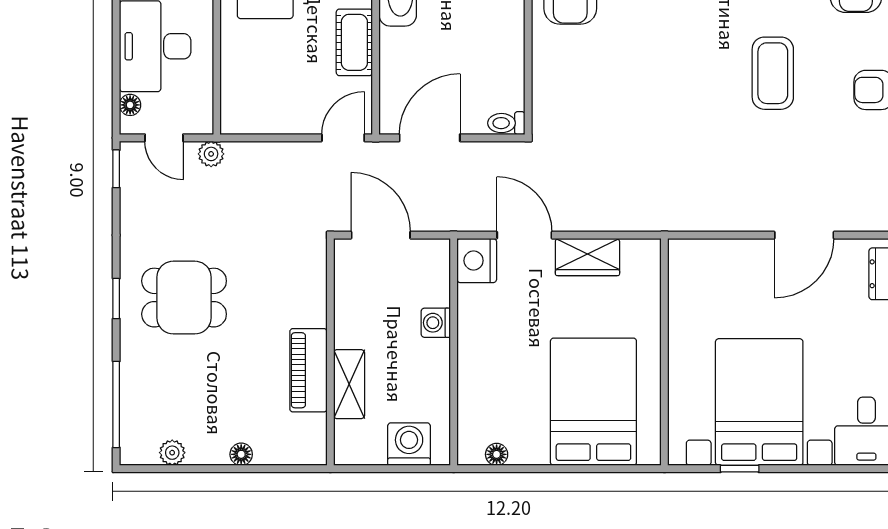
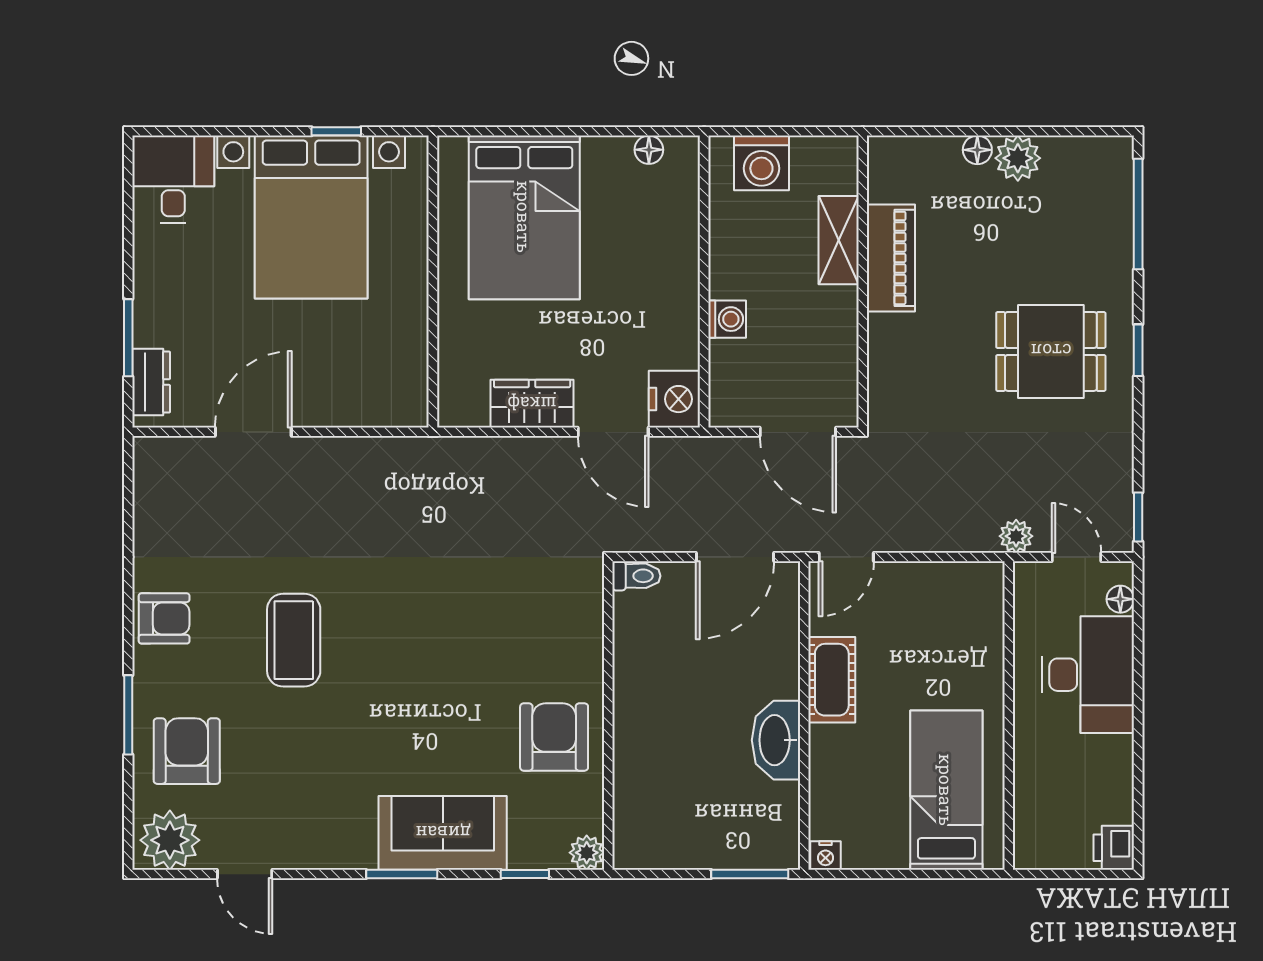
plant: (172, 453) -> (1018, 158), moved, width x1.38, depth x1.38

